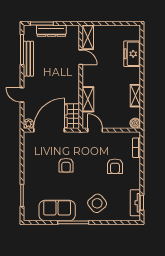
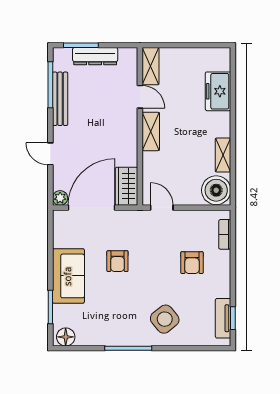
shelving: (88, 99) -> (151, 131), moved
boiler: (135, 123) -> (216, 190), width x1.86, depth x1.86
sofa: (57, 211) -> (68, 276), moved, turned 90
floor lamp: (32, 215) -> (66, 337), added

